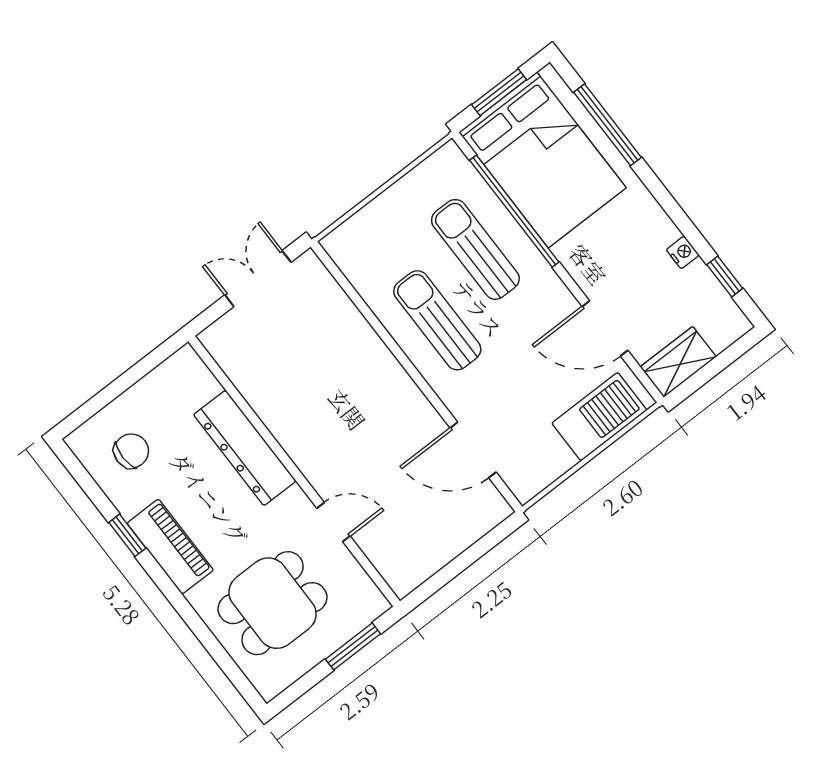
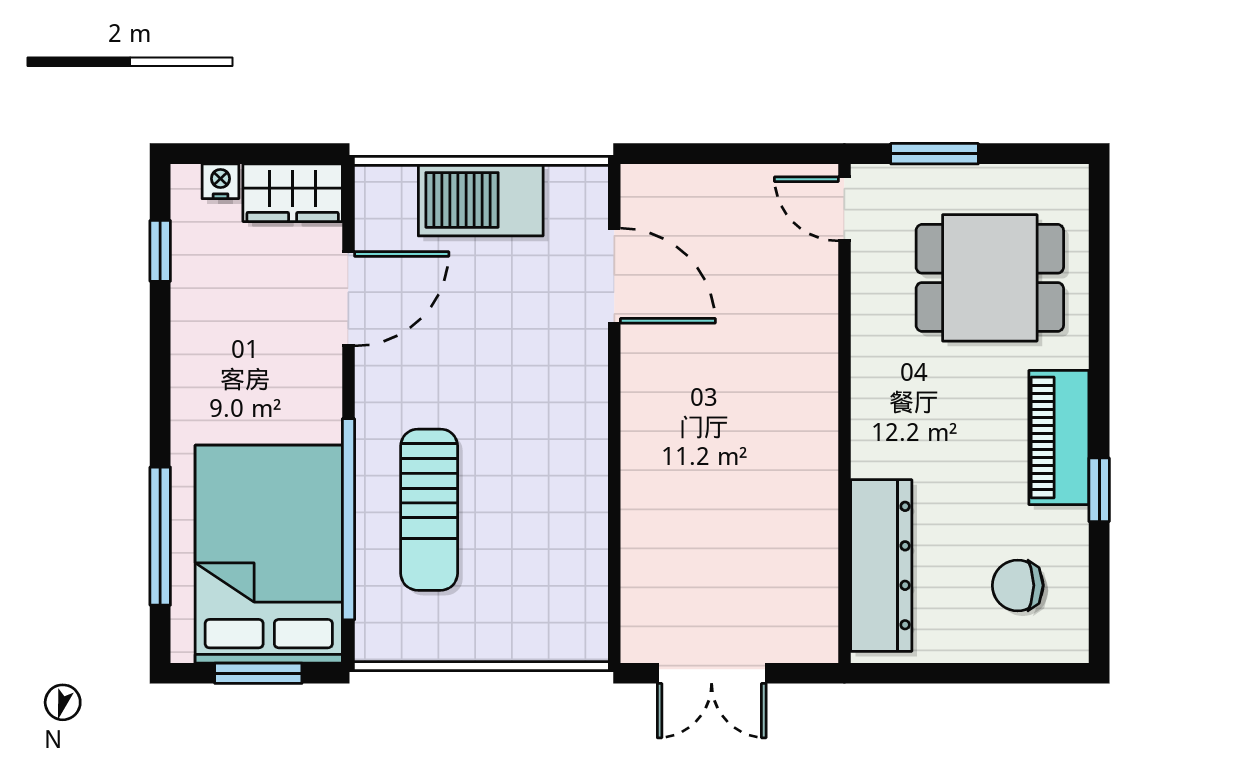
nightstand: (683, 252) -> (220, 181), moved, turned 90
sun lounger: (437, 320) -> (538, 461), removed
door: (605, 328) -> (348, 299), hinge flipped
barbecue: (599, 417) -> (481, 200), moved
dresser: (245, 448) -> (881, 566), moved
door: (333, 522) -> (844, 209), moved

